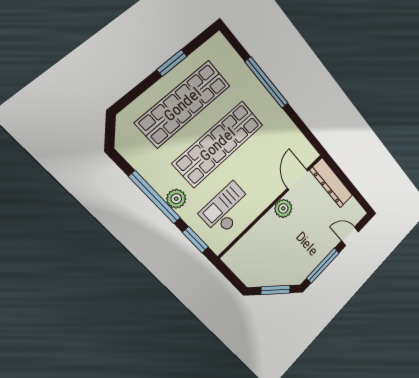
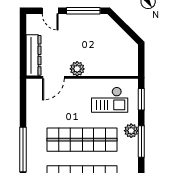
window: (155, 197) -> (141, 142), width x0.68
window: (276, 290) -> (124, 26), removed

